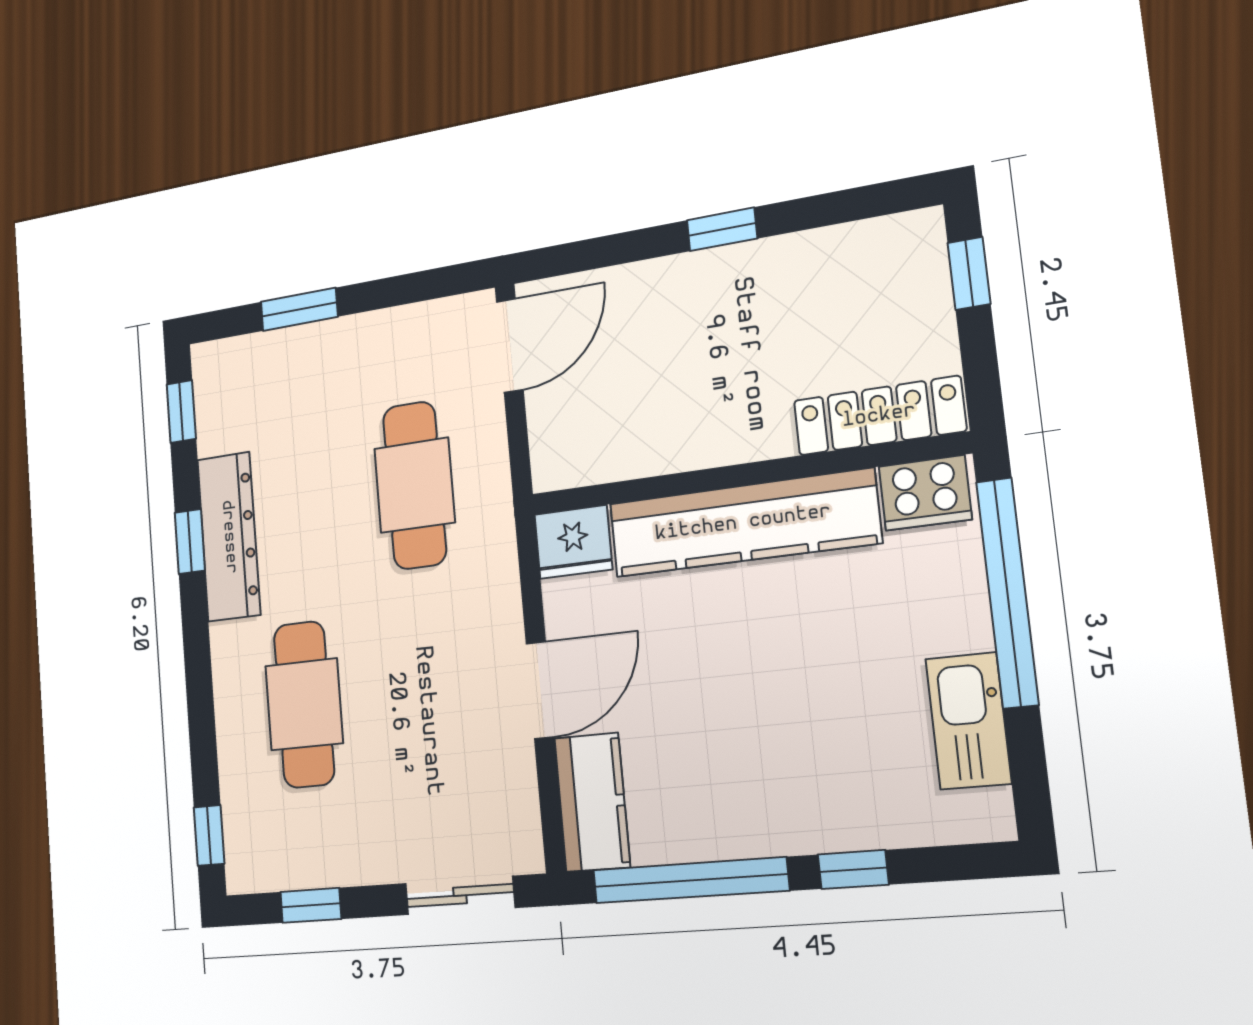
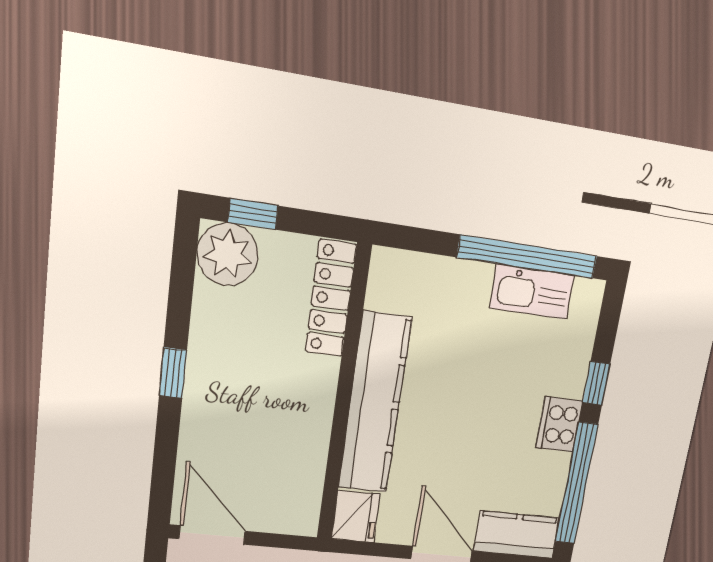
plant: (903, 255) -> (227, 254), added
cooker: (925, 493) -> (559, 424), moved, turned 180
window: (1007, 593) -> (527, 257), moved

